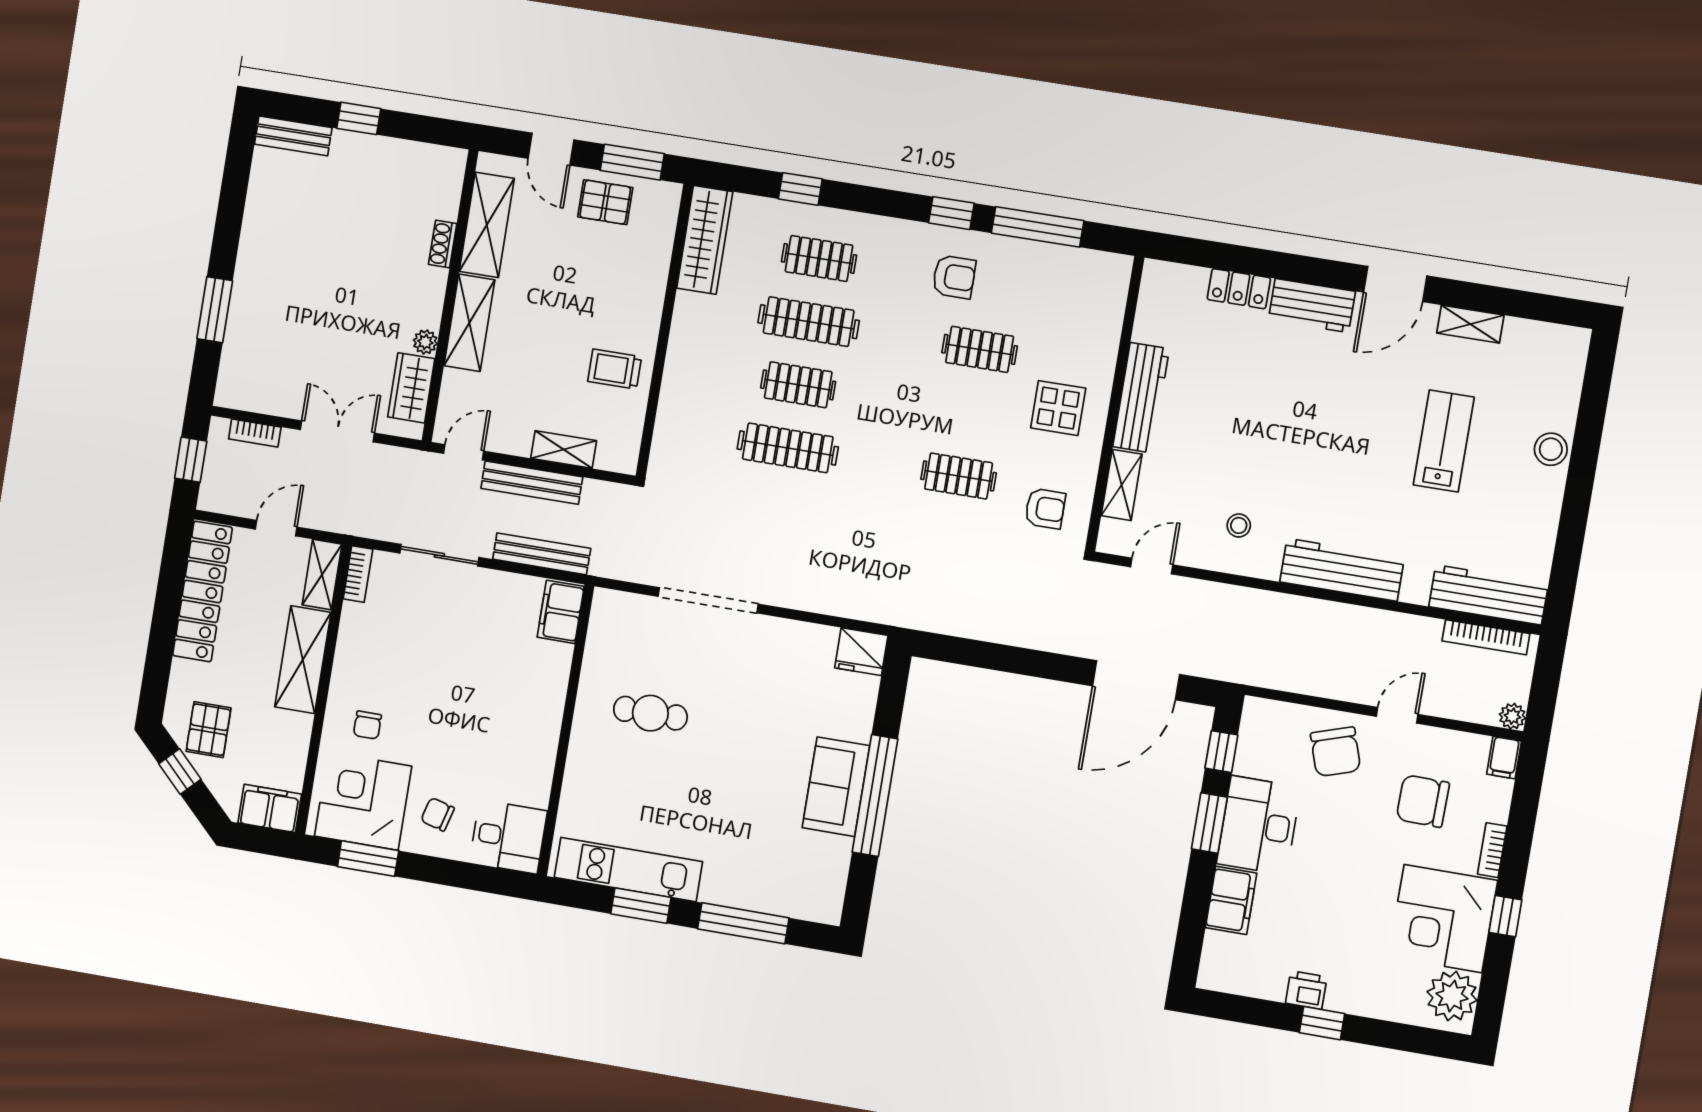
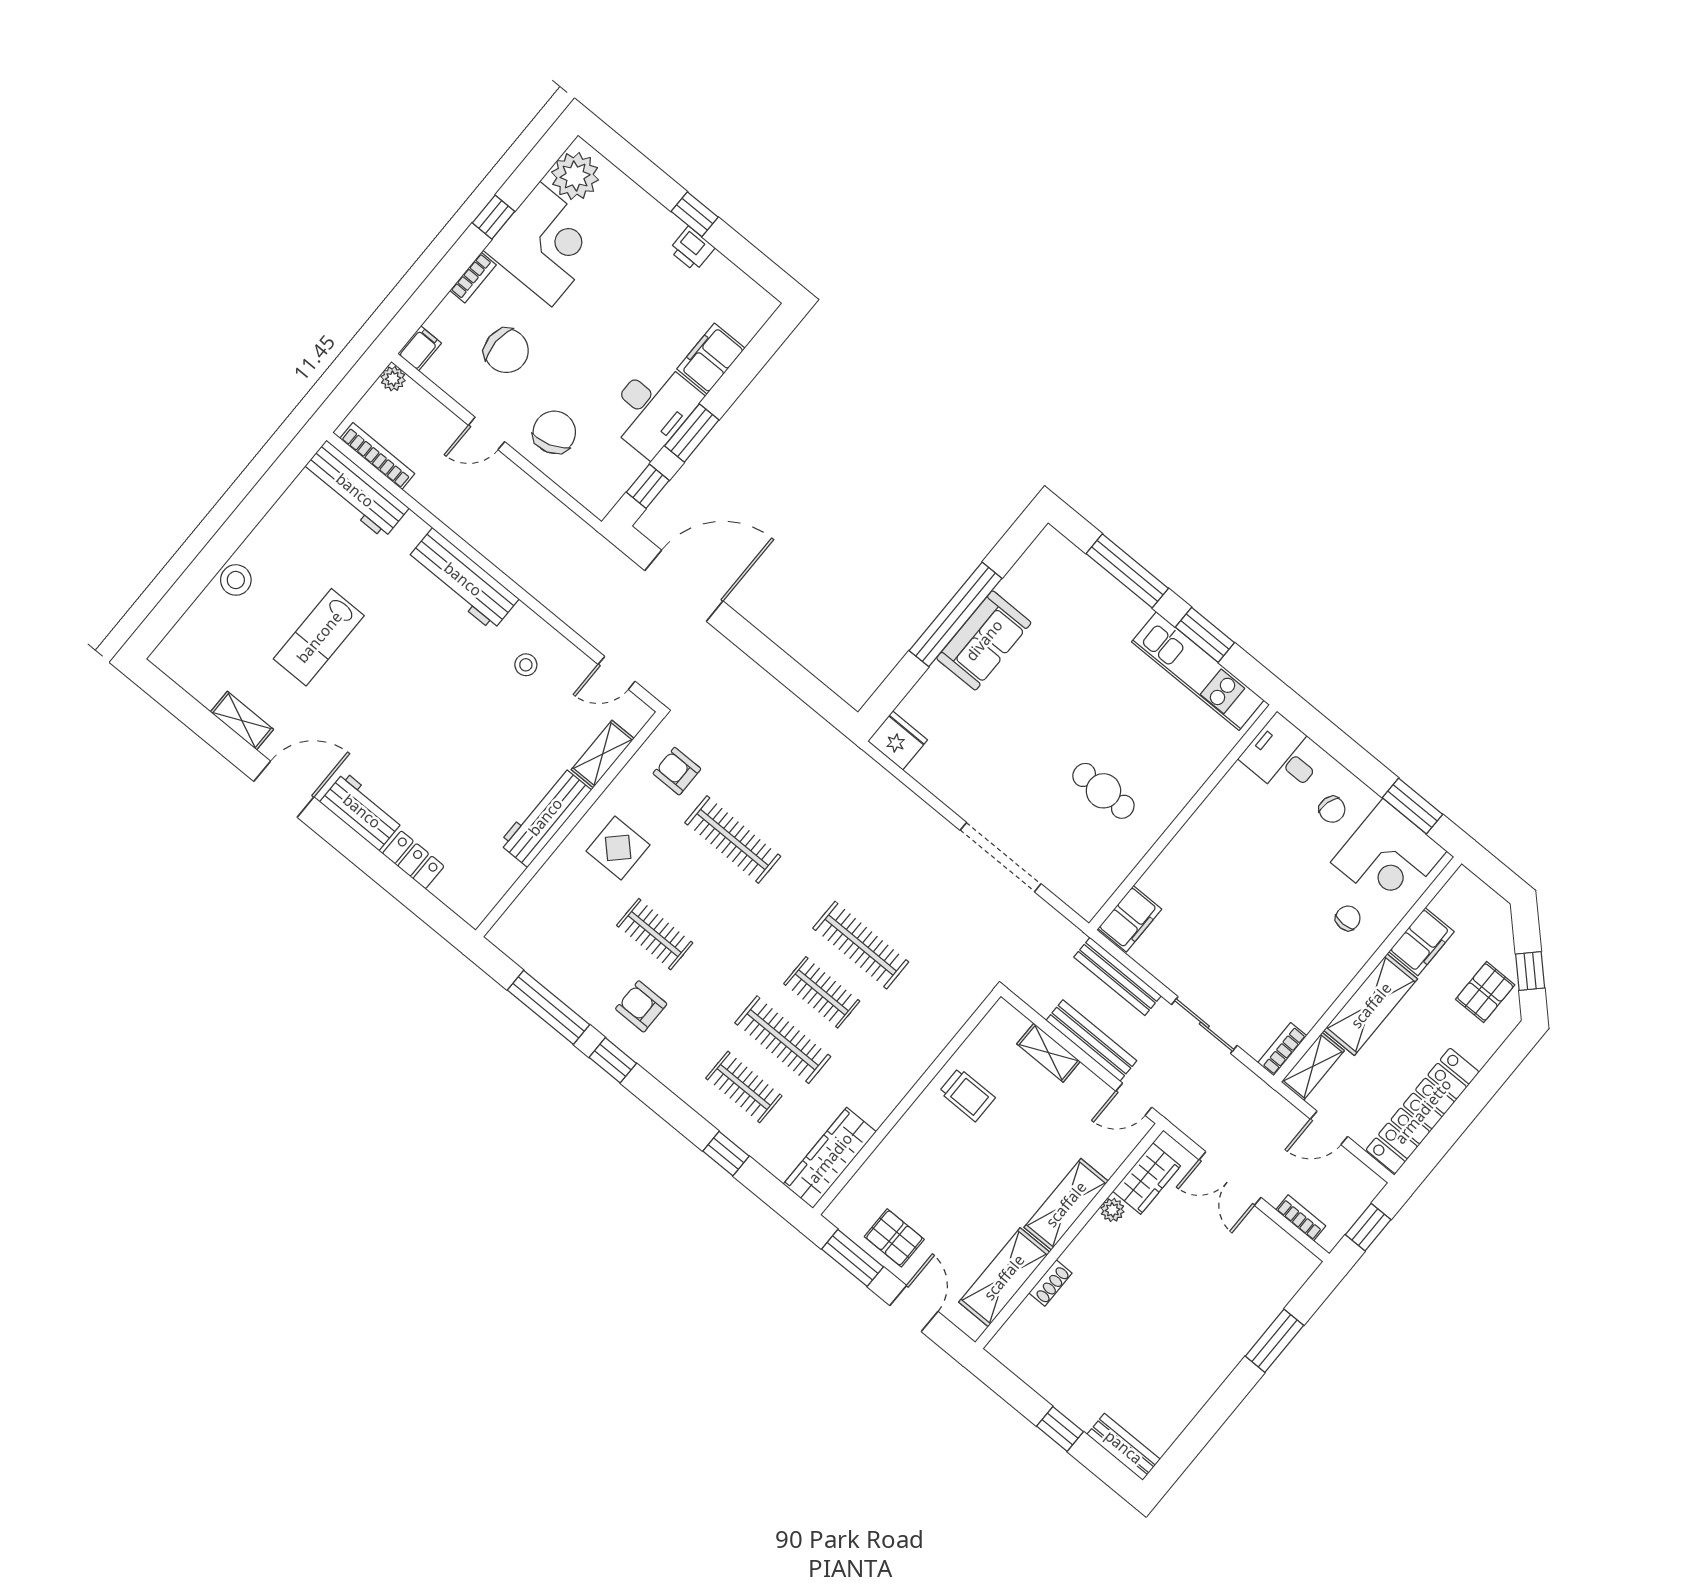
clothes rail: (959, 476) -> (733, 840), width x1.36
filing cabinet: (270, 808) -> (1421, 942), moved, turned -90

